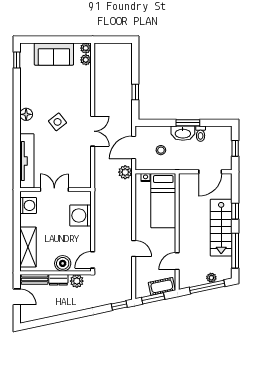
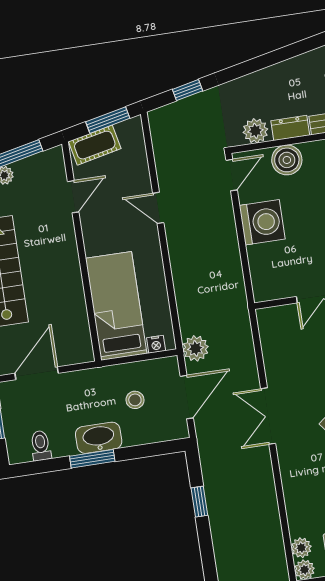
toilet: (201, 134) -> (41, 446), moved
washing machine: (80, 215) -> (262, 222), moved
window: (119, 306) -> (187, 90), moved

